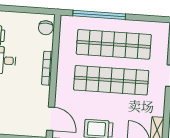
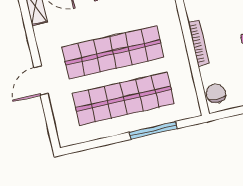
window: (99, 15) -> (153, 130), width x0.68

